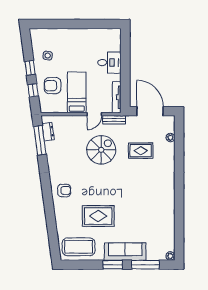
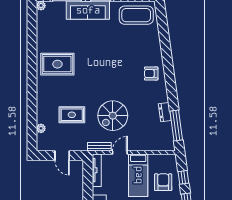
armchair: (53, 86) -> (163, 182), turned -90
door: (150, 111) -> (62, 156), width x0.53
dresser: (48, 132) -> (165, 112), moved
rug: (98, 216) -> (57, 64), moved

